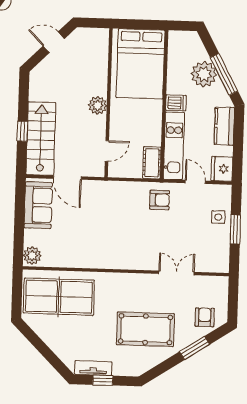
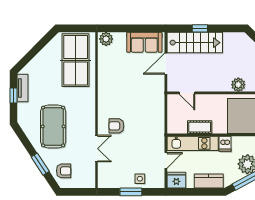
plant: (98, 105) -> (238, 85), moved
cot: (152, 163) -> (200, 127), moved
armchair: (160, 200) -> (116, 126), moved, turned 90

